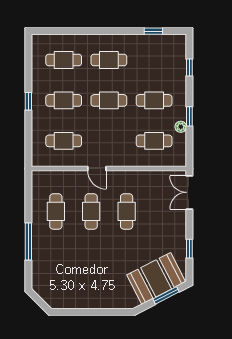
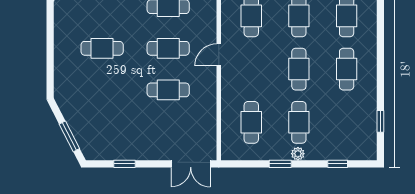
plant: (181, 127) -> (298, 154), moved
double door: (189, 192) -> (191, 164), swing flipped
cafe table: (91, 268) -> (102, 48), added
booth: (156, 278) -> (89, 125), removed

